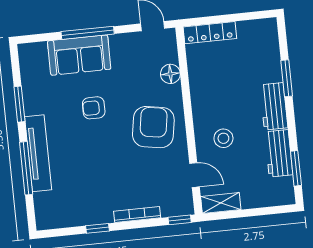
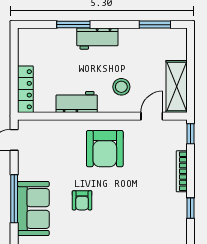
floor lamp: (170, 74) -> (59, 128), removed
armchair: (153, 127) -> (105, 149), turned -99
workbench: (279, 153) -> (77, 102), moved, turned 180
shelving: (221, 203) -> (177, 86), width x1.50, depth x1.33

